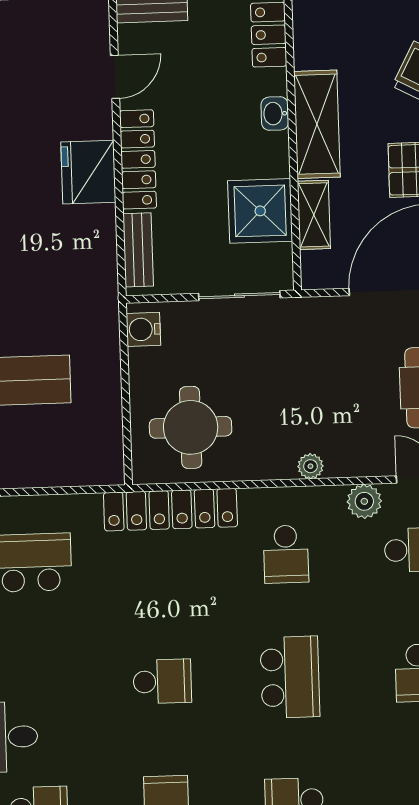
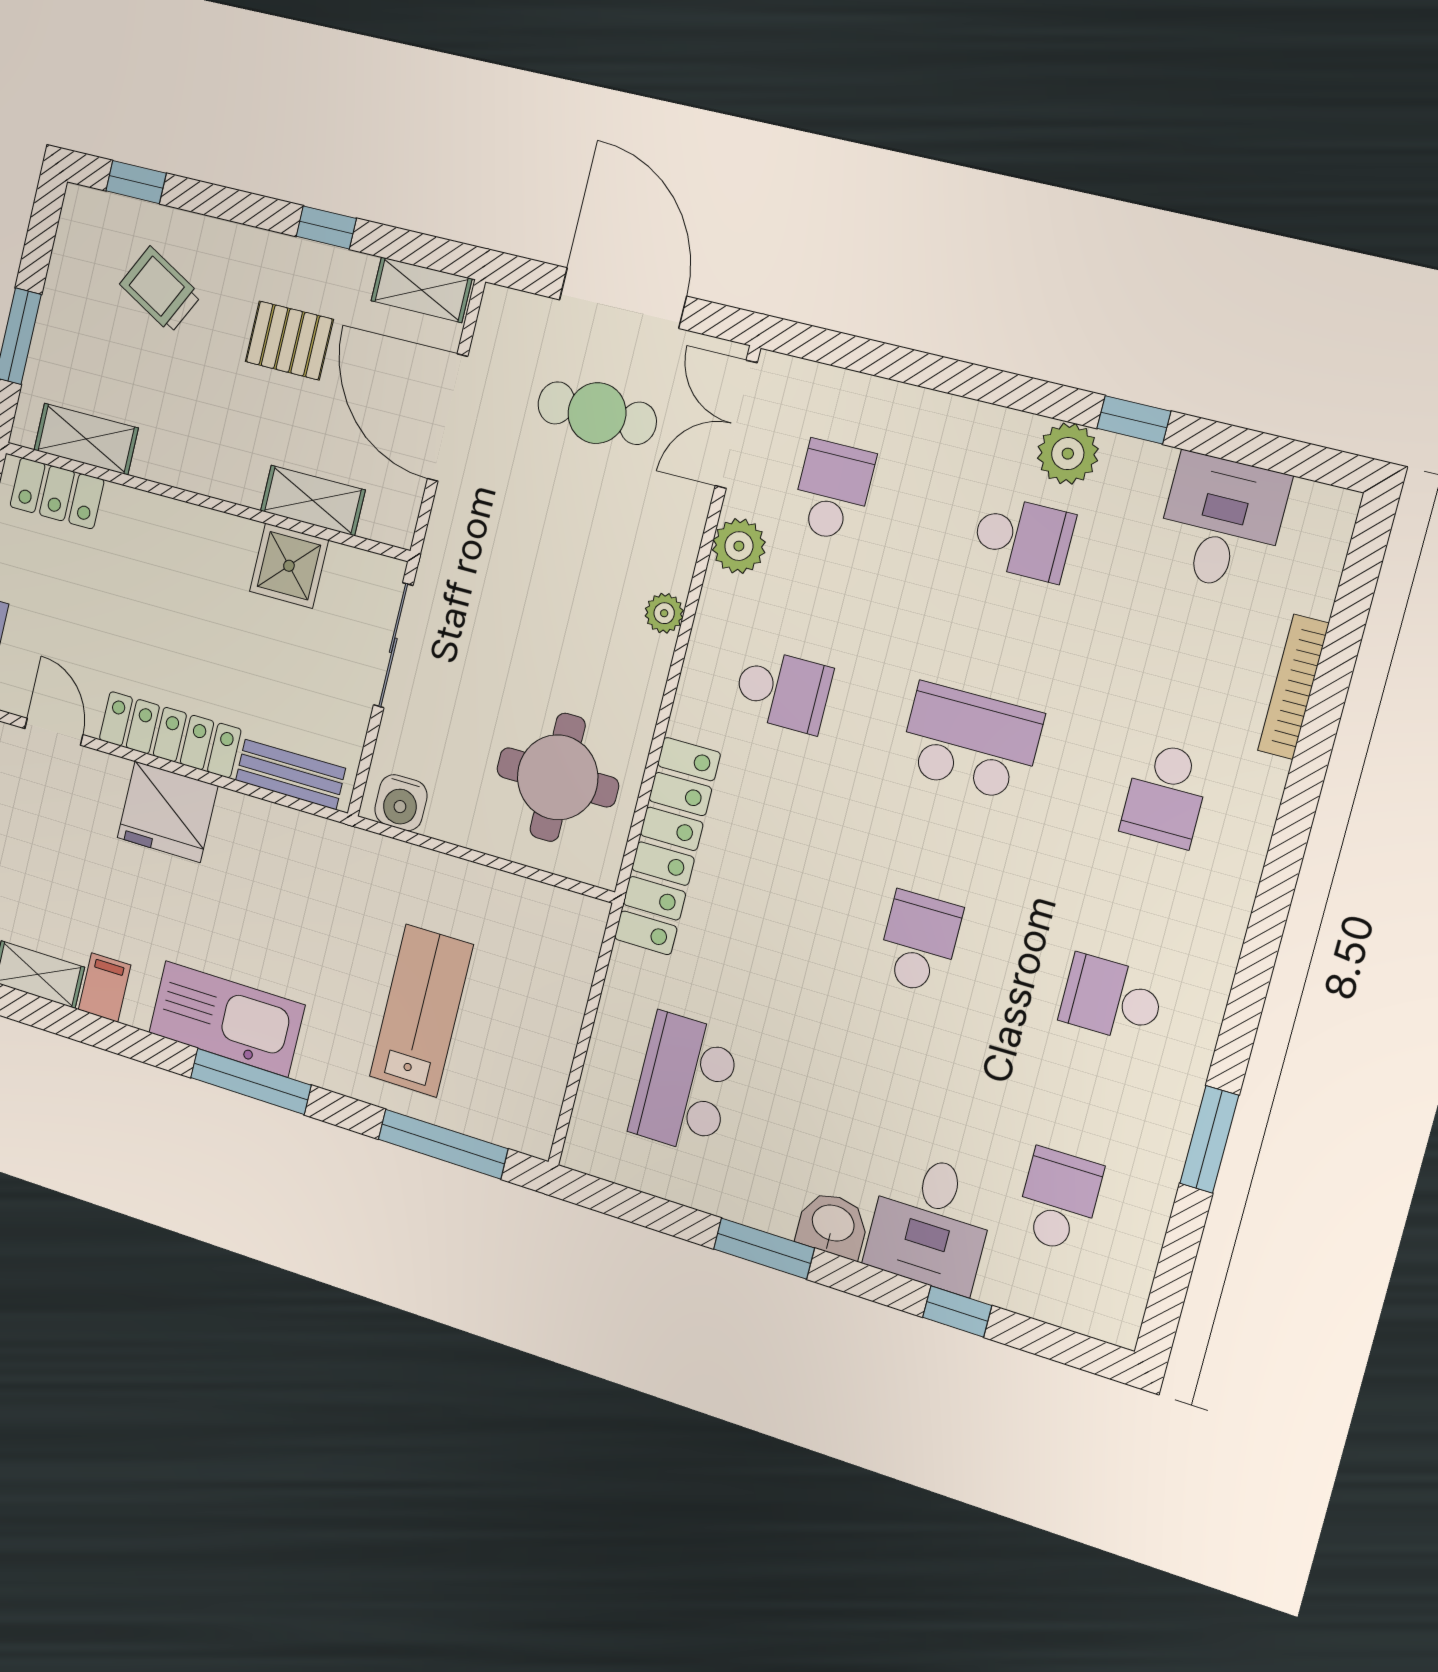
washbasin: (275, 114) -> (162, 516), removed
shelving: (317, 124) -> (86, 439), moved, width x0.67, depth x0.75
shower: (260, 211) -> (289, 566), width x0.73, depth x0.73

